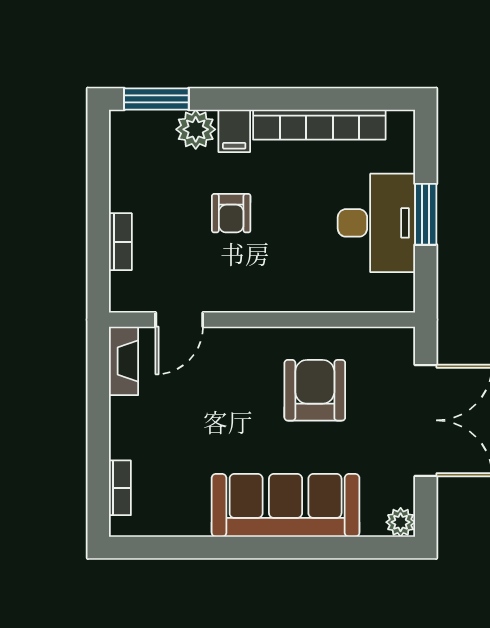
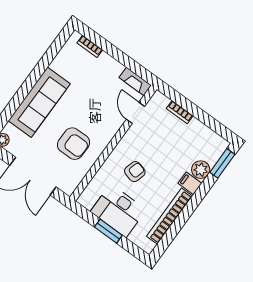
armchair: (231, 213) -> (135, 172), moved, turned 105

